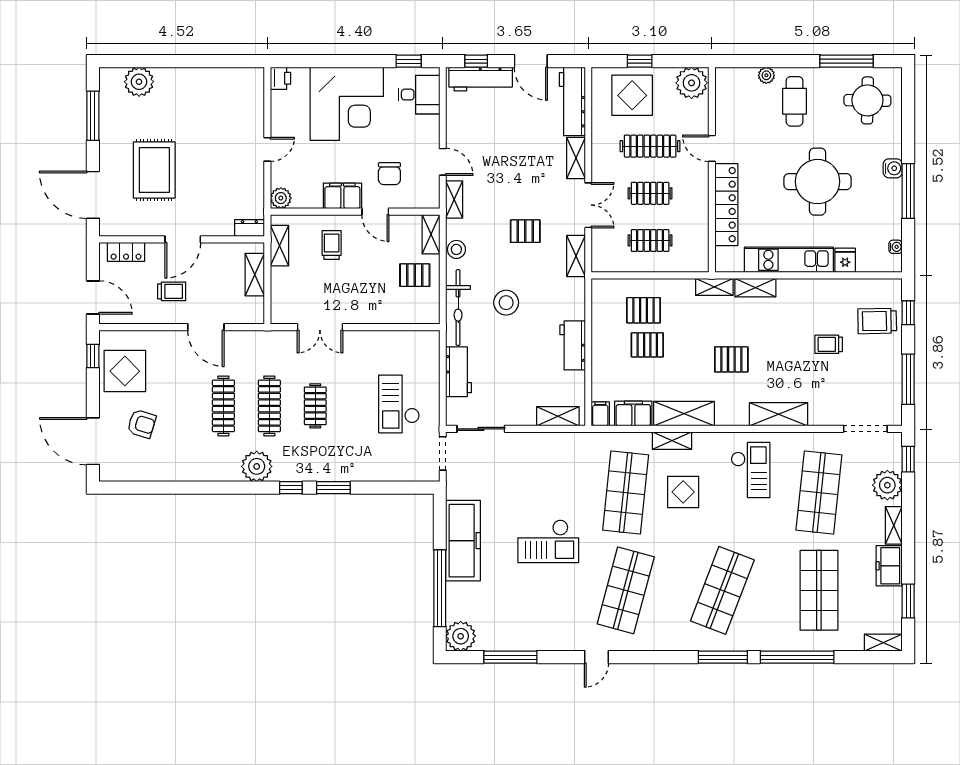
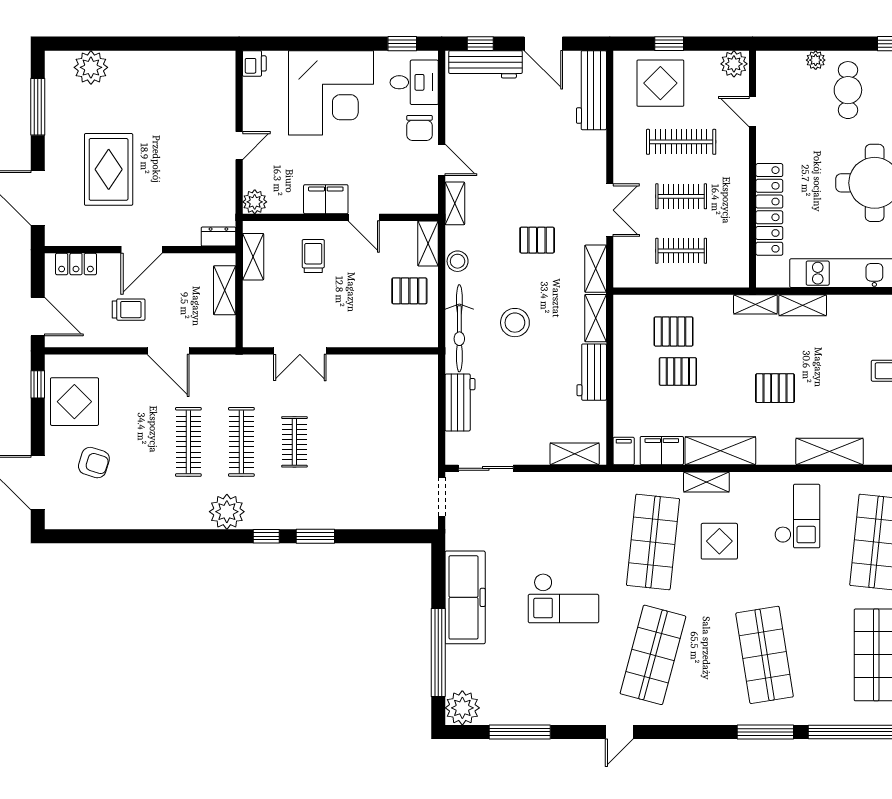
plant: (692, 83) -> (734, 64), width x0.73, depth x0.73
door: (712, 148) -> (752, 112), moved
shelving: (576, 158) -> (596, 318), moved
chair: (389, 174) -> (419, 128), moved
checkout: (399, 404) -> (391, 440), removed
shop shelf: (722, 590) -> (765, 655), turned -30

